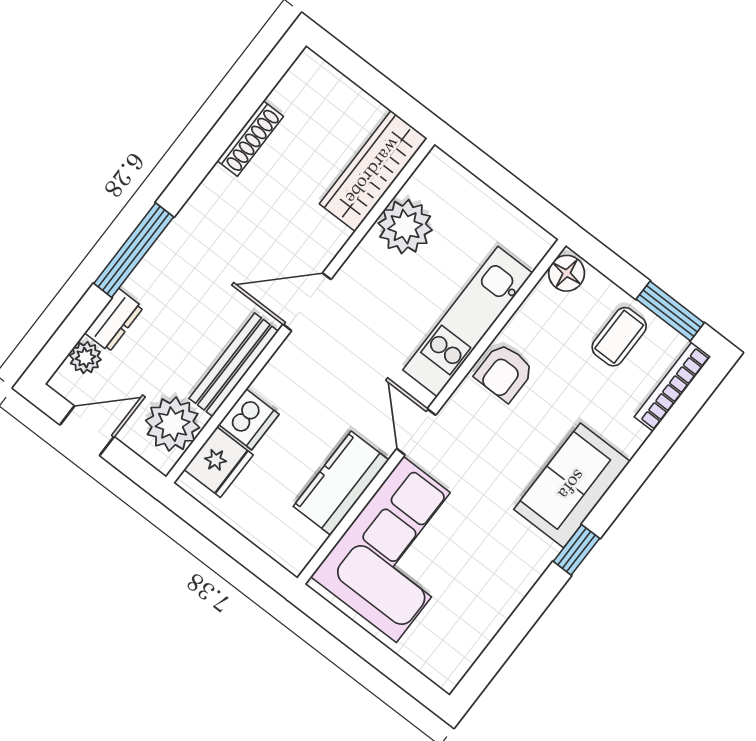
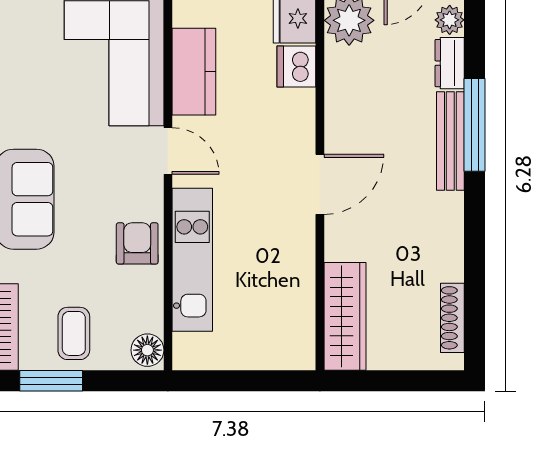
shoe rack: (250, 138) -> (452, 318), moved
plant: (405, 227) -> (291, 294), removed
bench: (234, 365) -> (450, 141), moved

